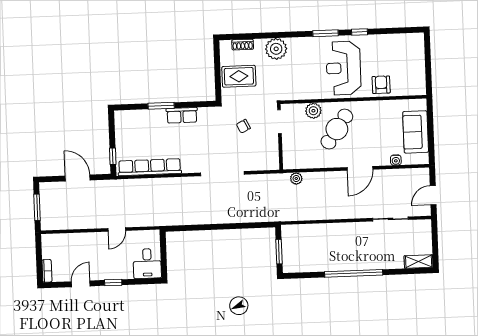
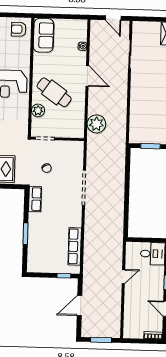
armchair: (381, 85) -> (19, 29), moved
row of seats: (182, 115) -> (35, 199), moved
sofa: (416, 132) -> (44, 35), moved, turned -90
row of seats: (150, 167) -> (75, 246), width x0.73
plant: (296, 179) -> (96, 124), width x1.88, depth x1.88
door: (117, 229) -> (123, 277), hinge flipped

